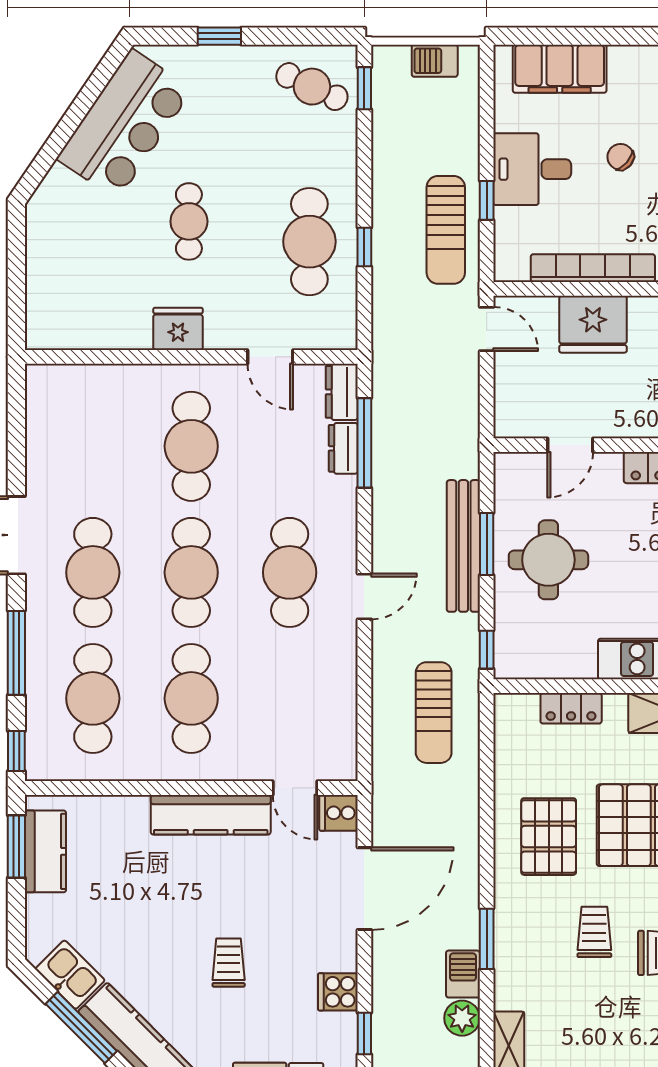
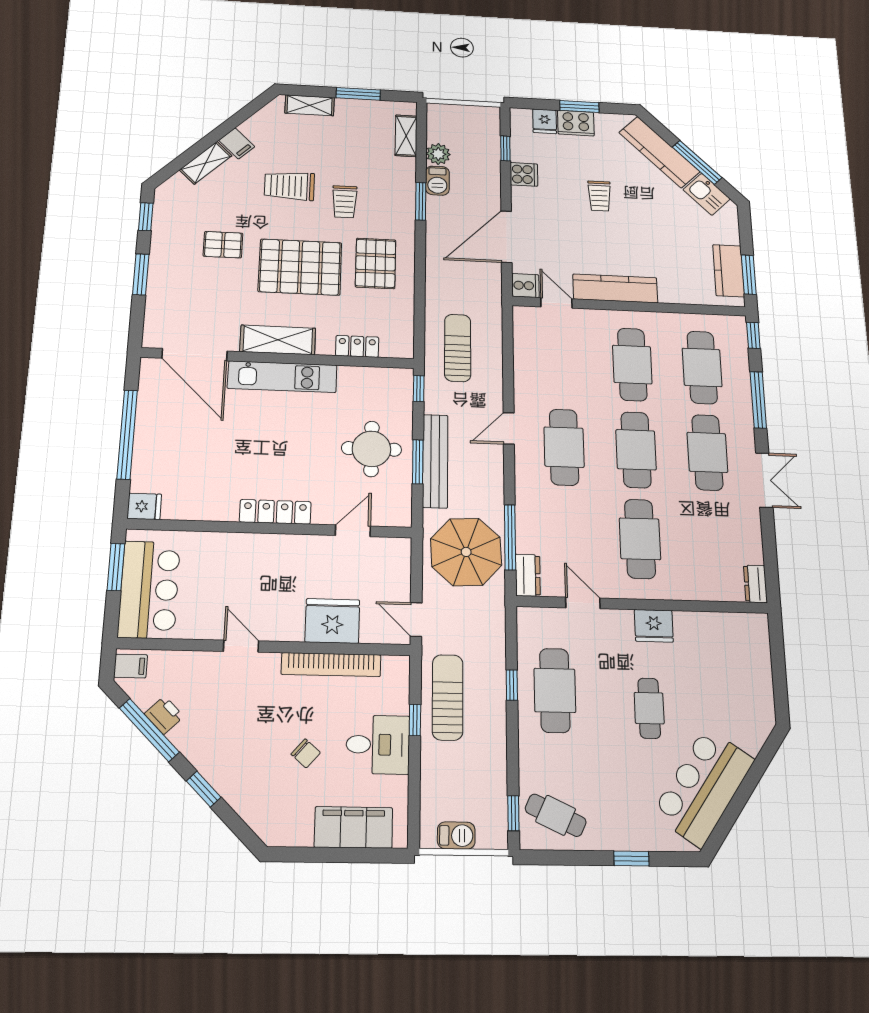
parasol: (422, 421) -> (466, 552), added
dresser: (343, 448) -> (755, 584), moved, turned 180

